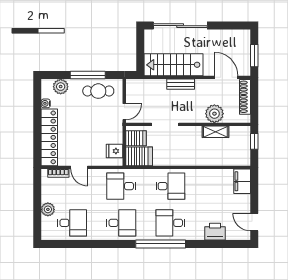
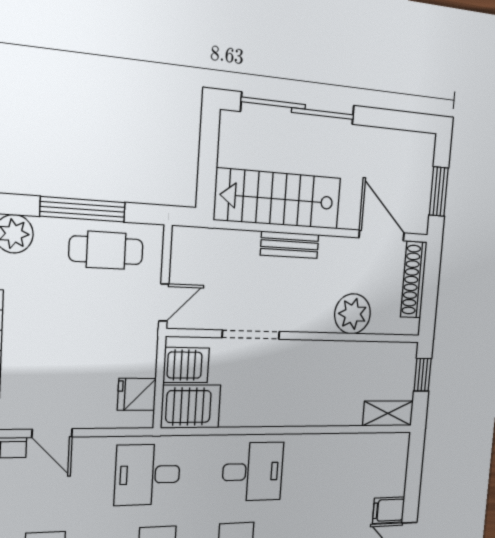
shelving: (215, 132) -> (388, 413), moved
filing cabinet: (242, 181) -> (389, 510), moved, width x0.50

